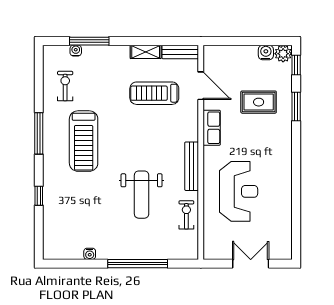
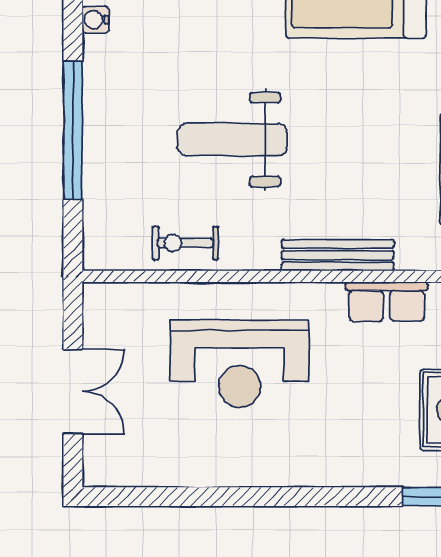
bench: (192, 166) -> (338, 255), moved
exercise bike: (186, 215) -> (185, 243), turned 180

